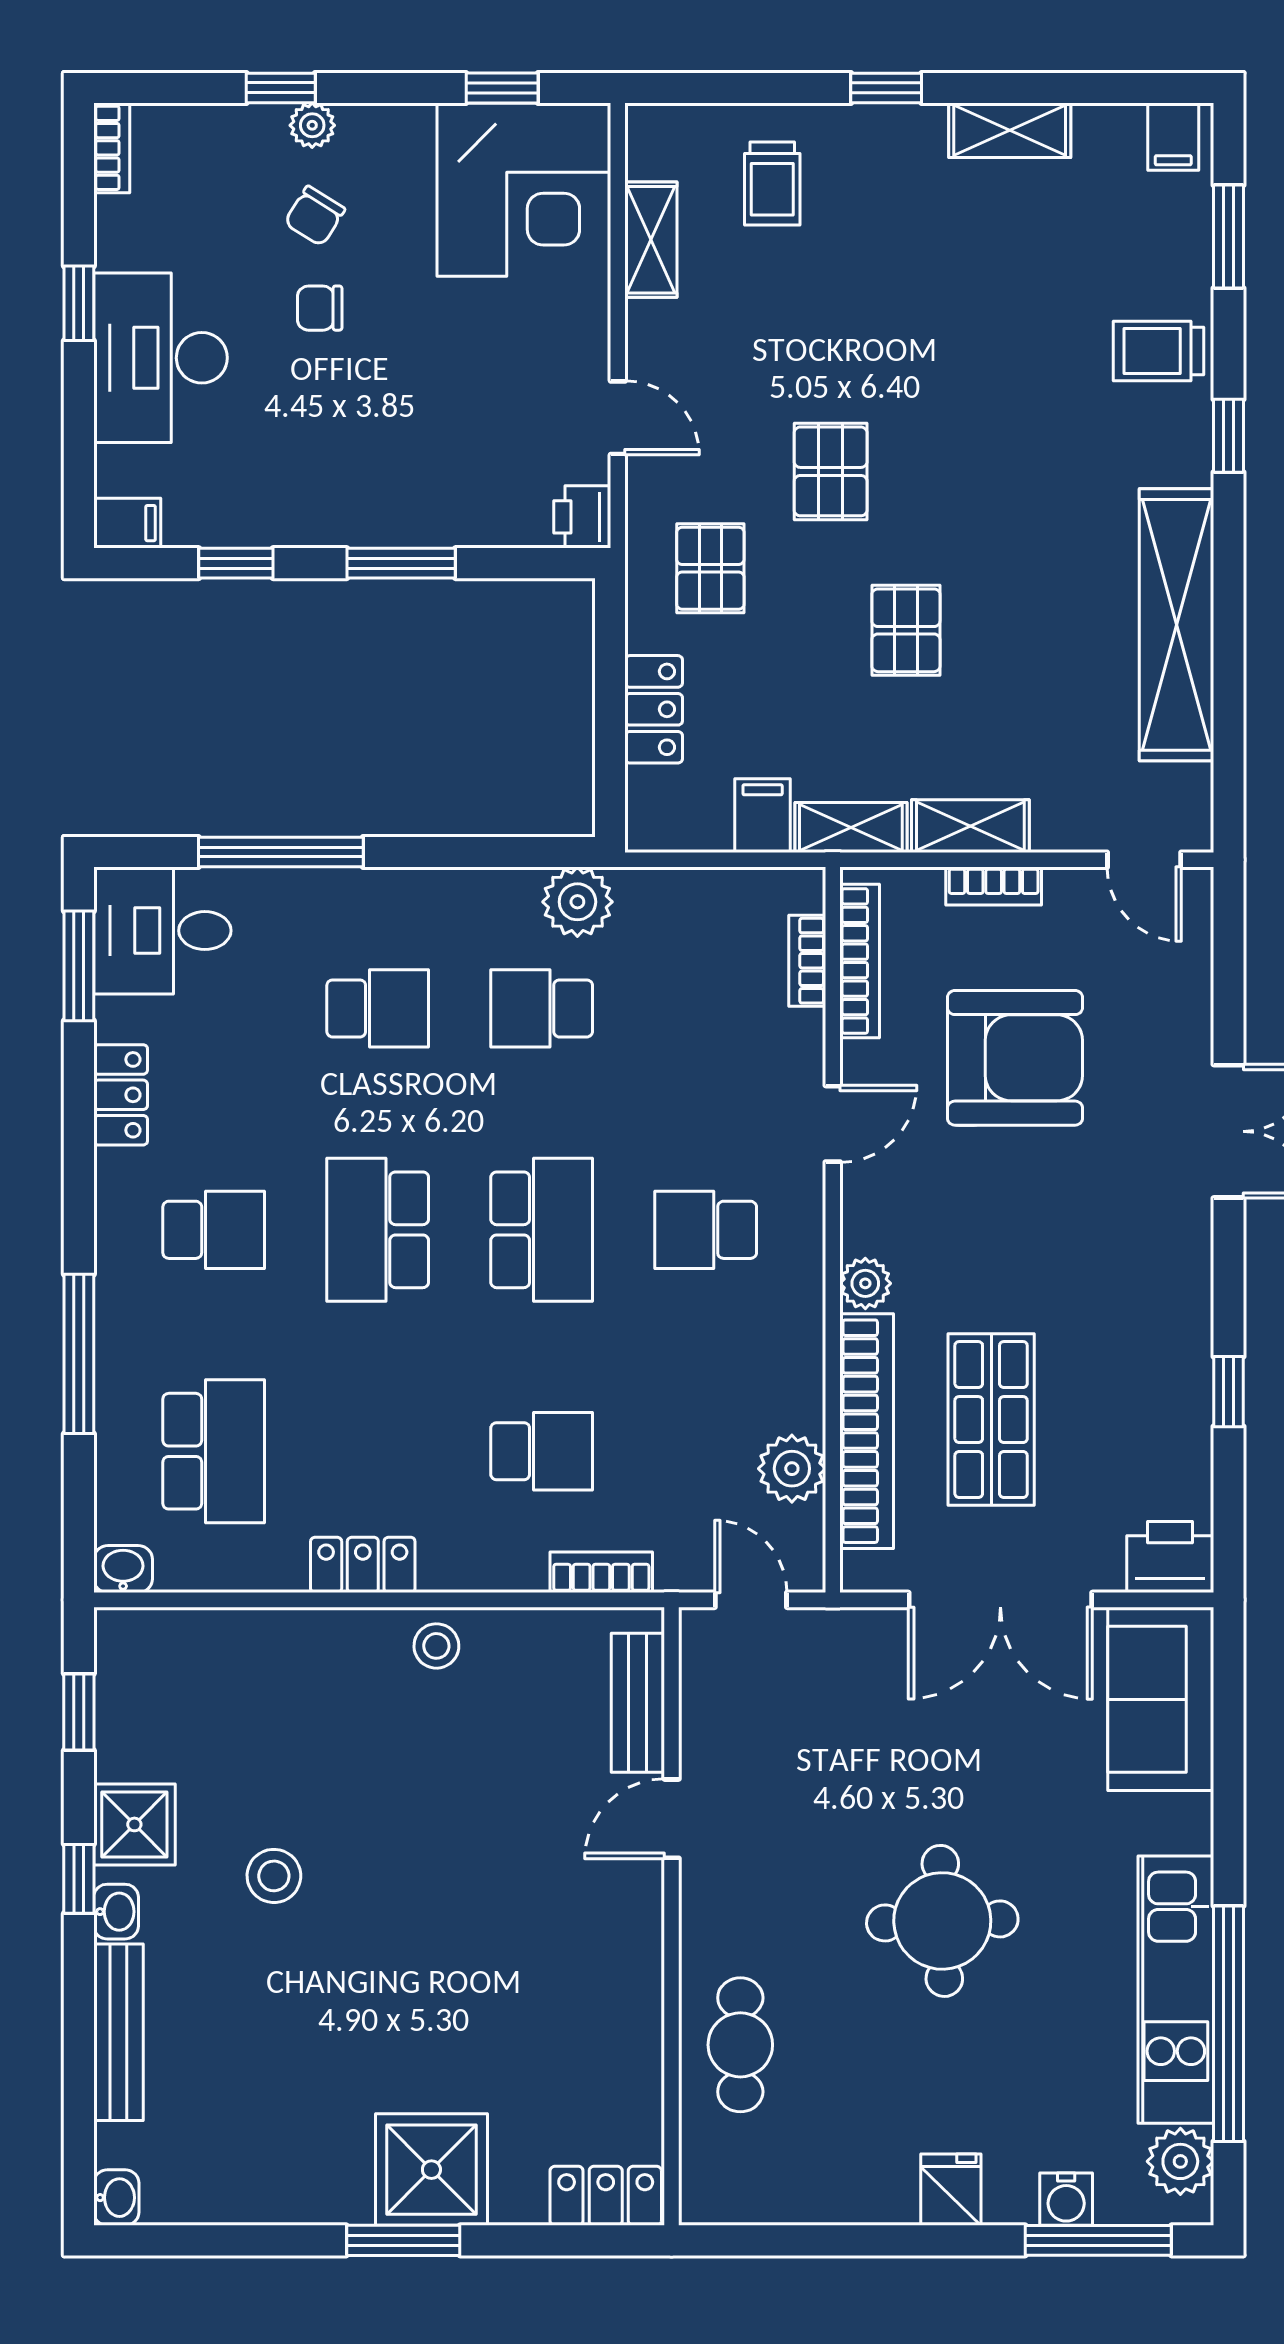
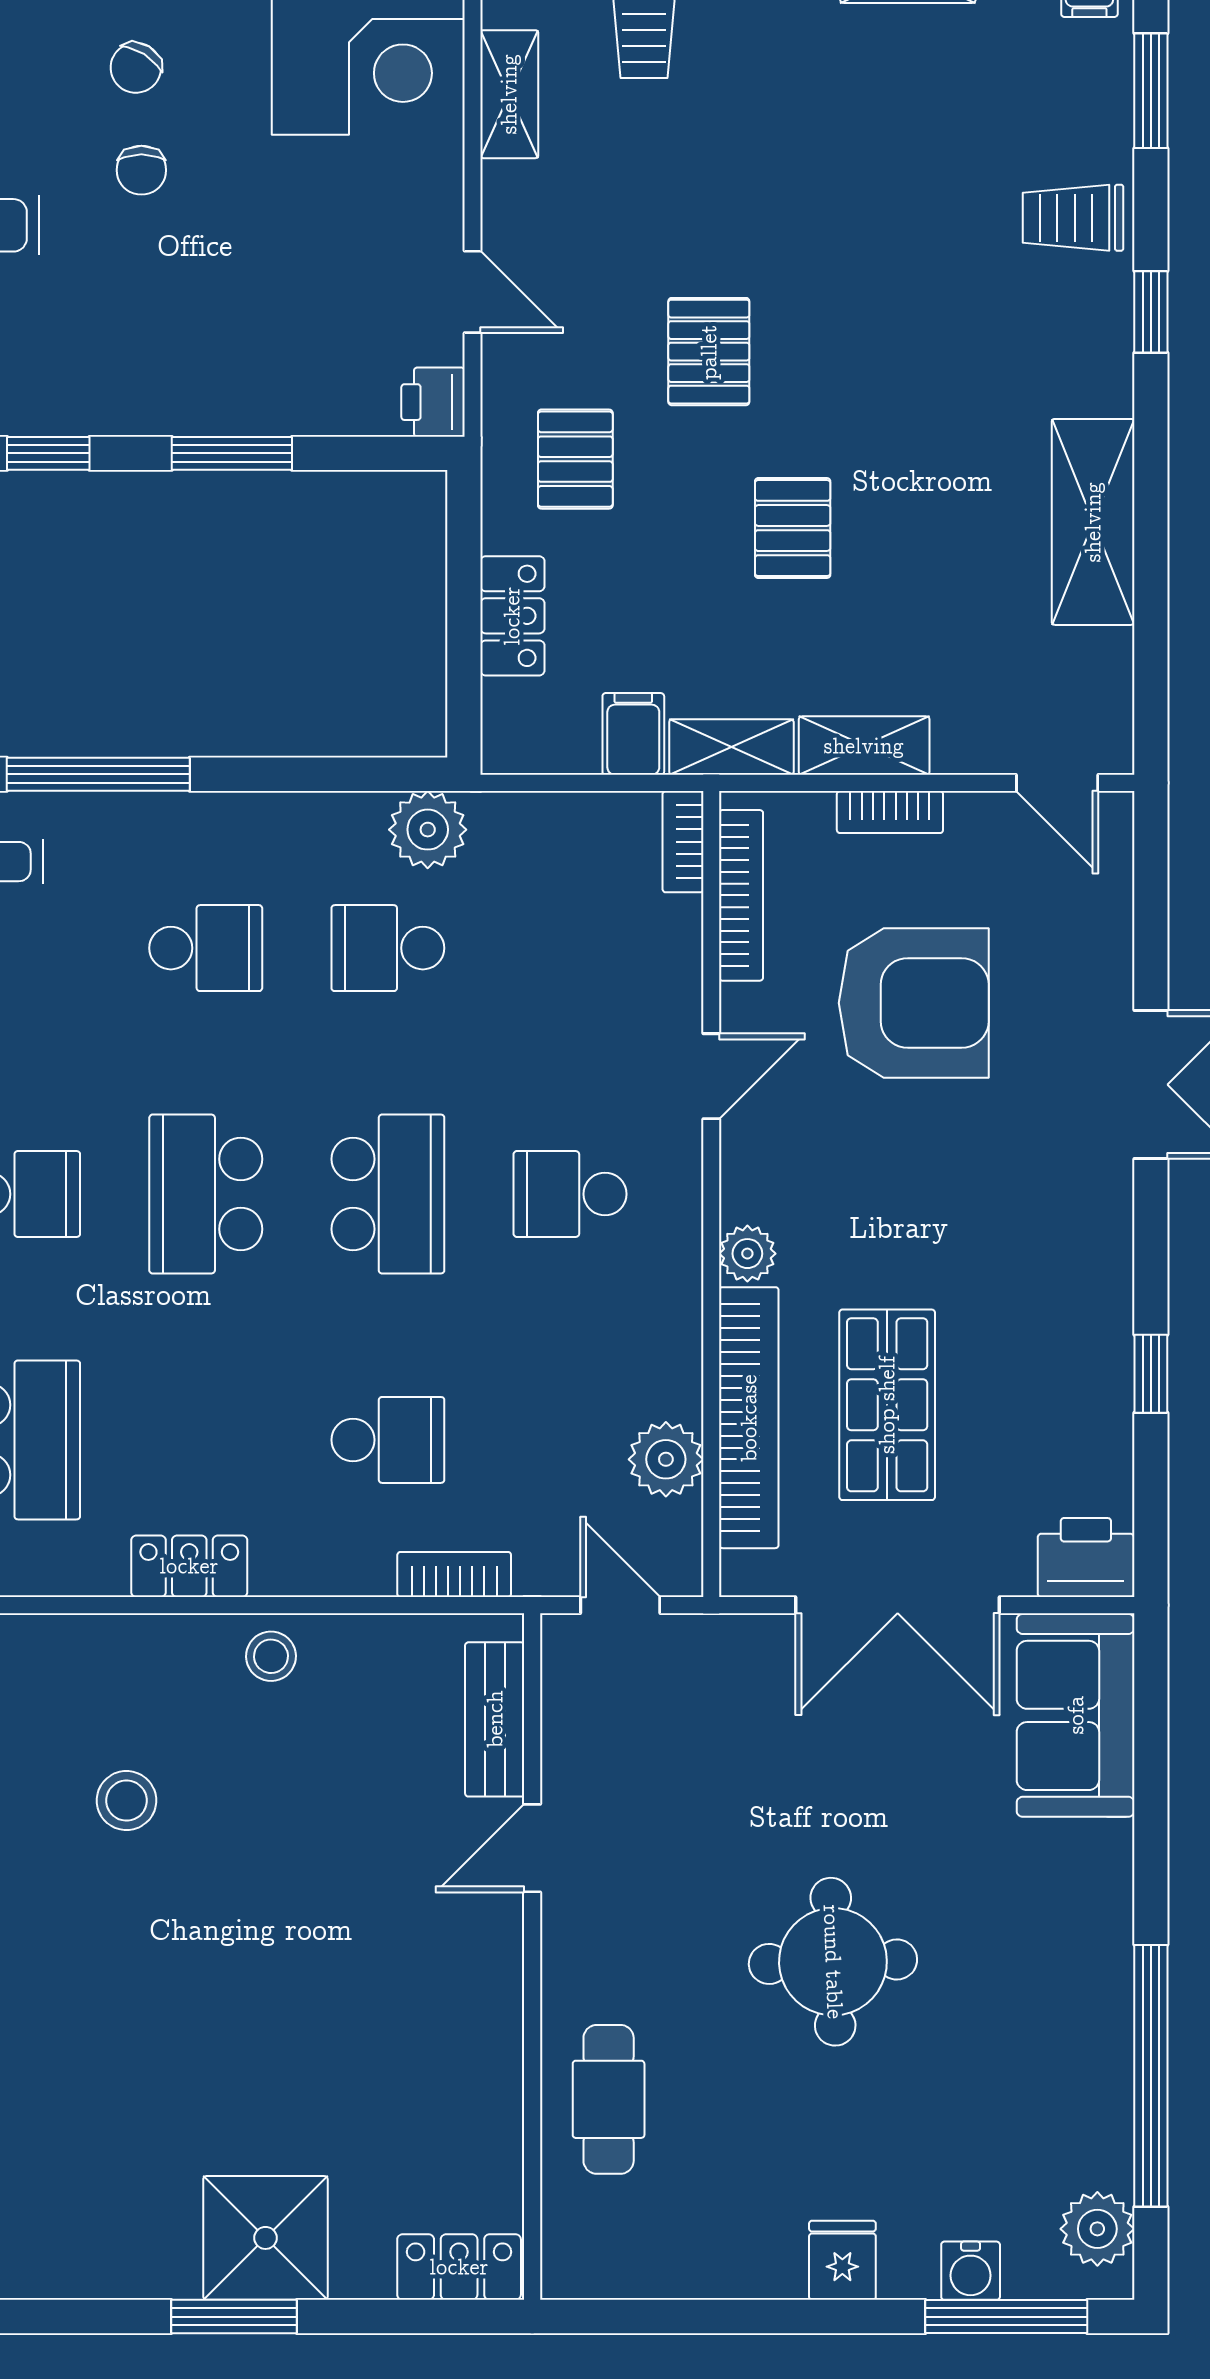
chair: (320, 308) -> (141, 170), turned -90
shelving: (1176, 625) -> (1093, 522), width x0.68
bookcase: (807, 961) -> (683, 842), moved
stool: (274, 1876) -> (127, 1801), moved
kitchen unit: (1176, 1990) -> (1092, 2038), removed

